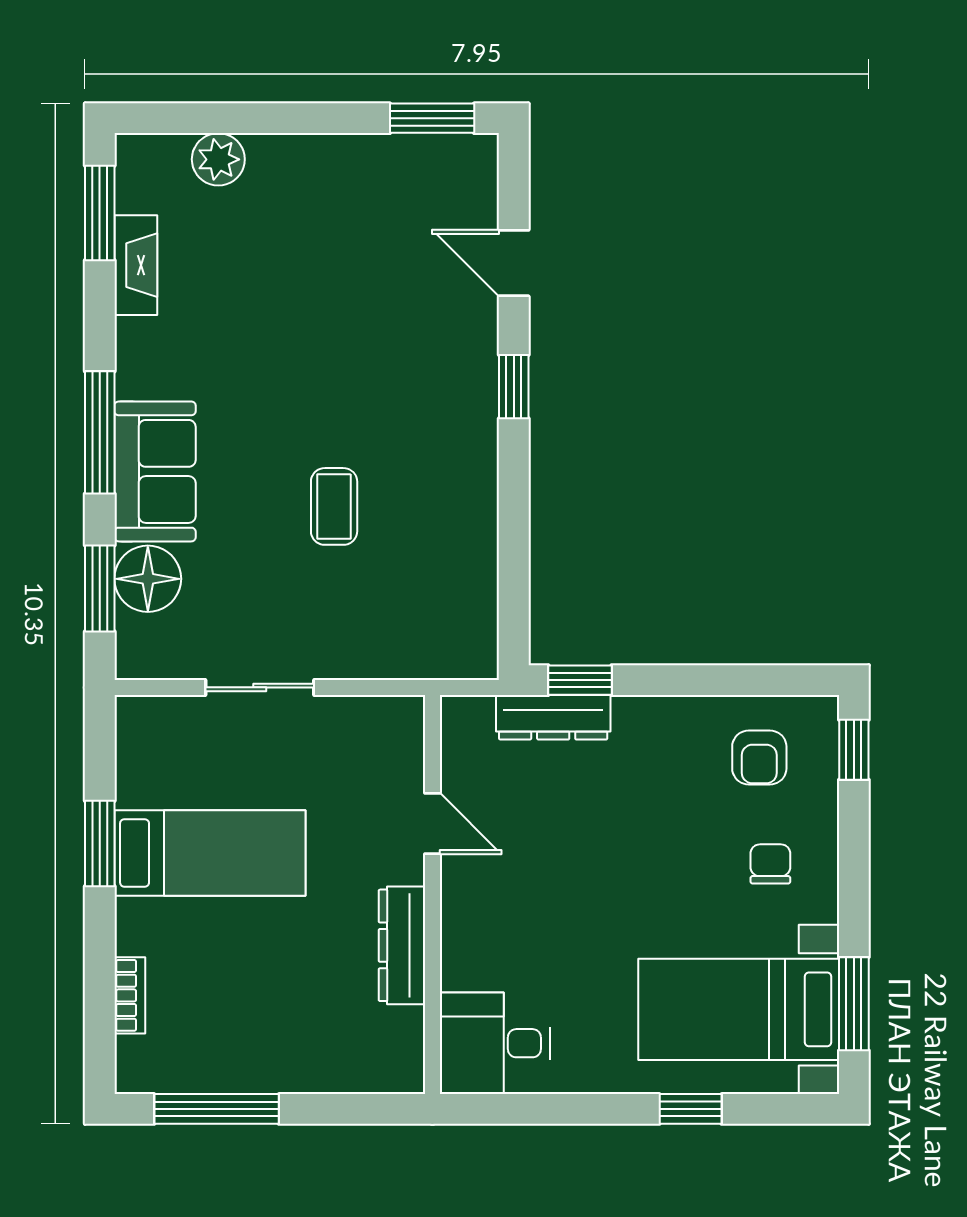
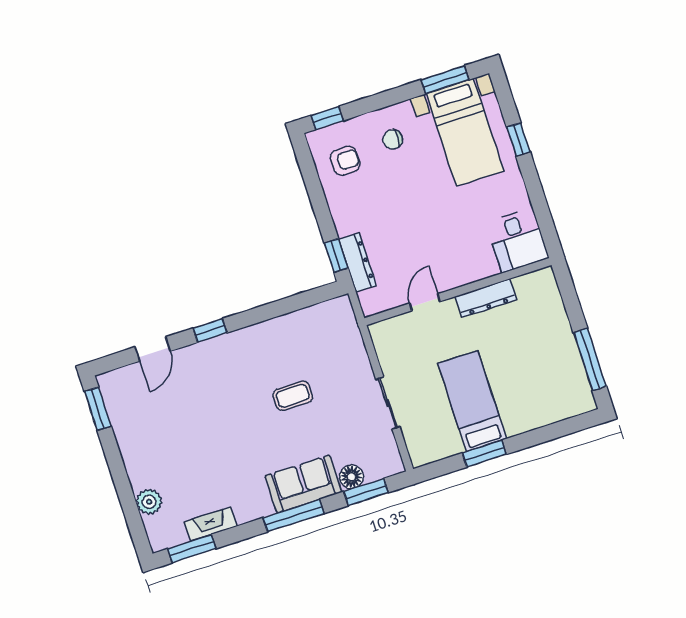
floor lamp: (148, 579) -> (351, 477), width x0.73, depth x0.73
bookcase: (130, 995) -> (550, 417), removed

